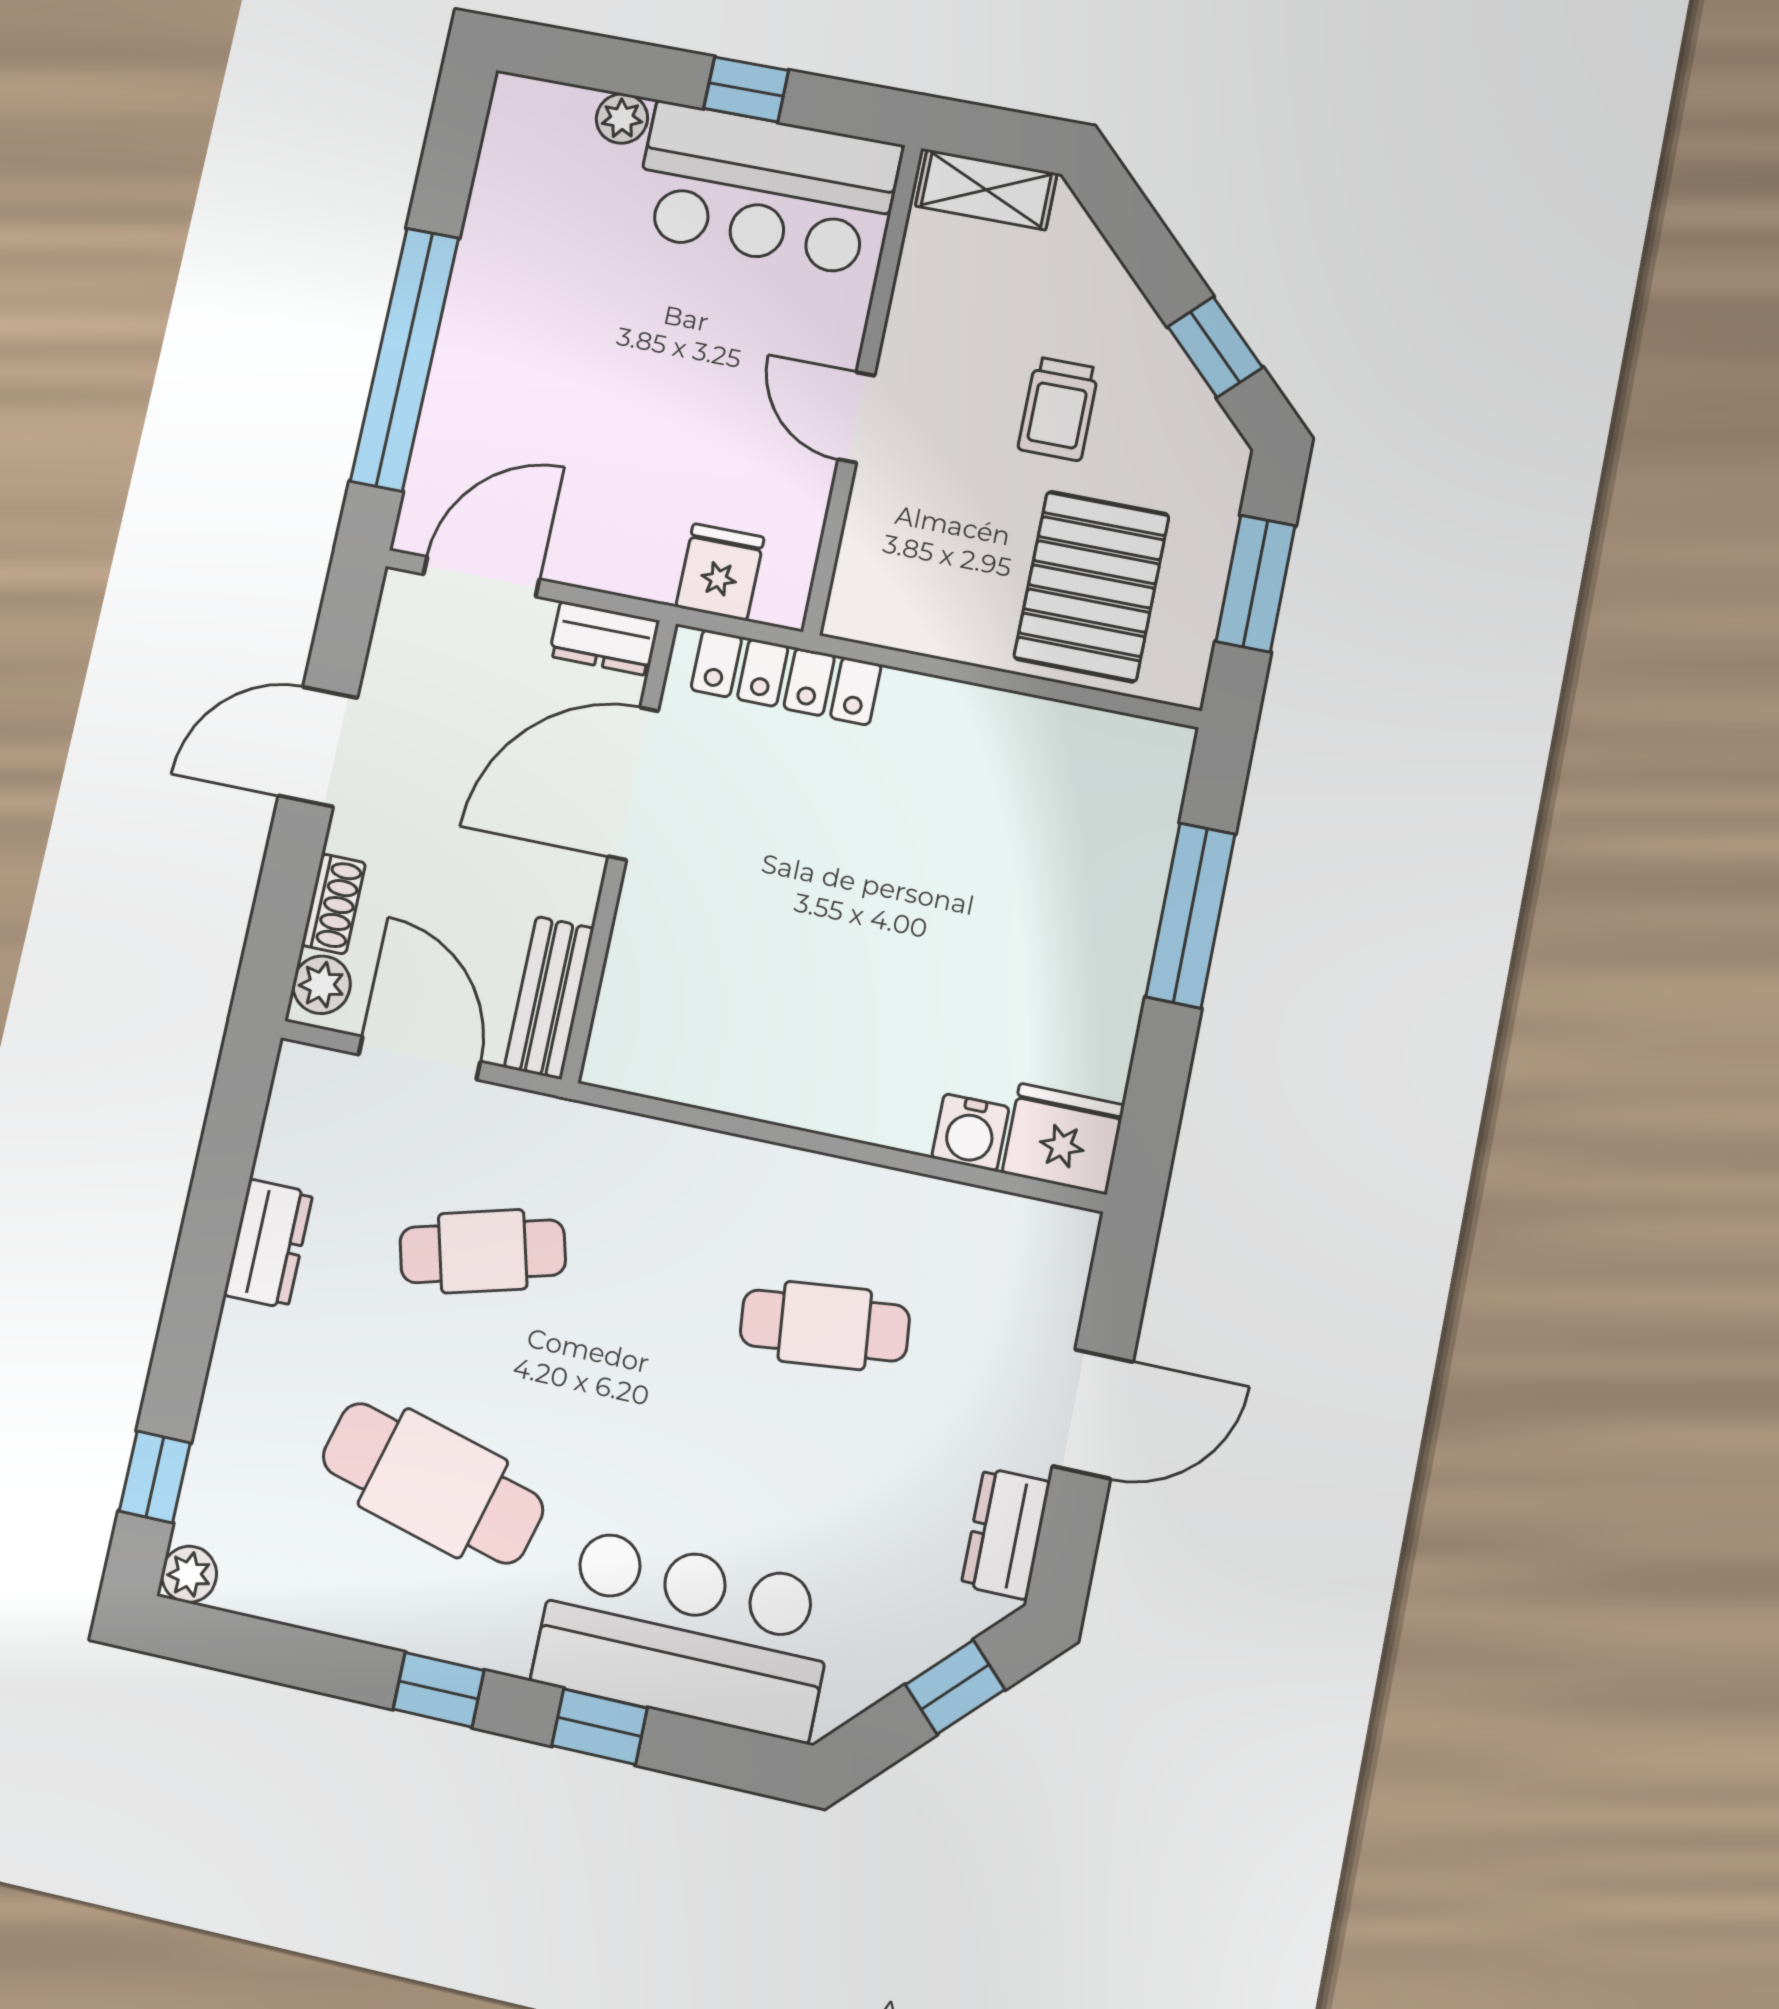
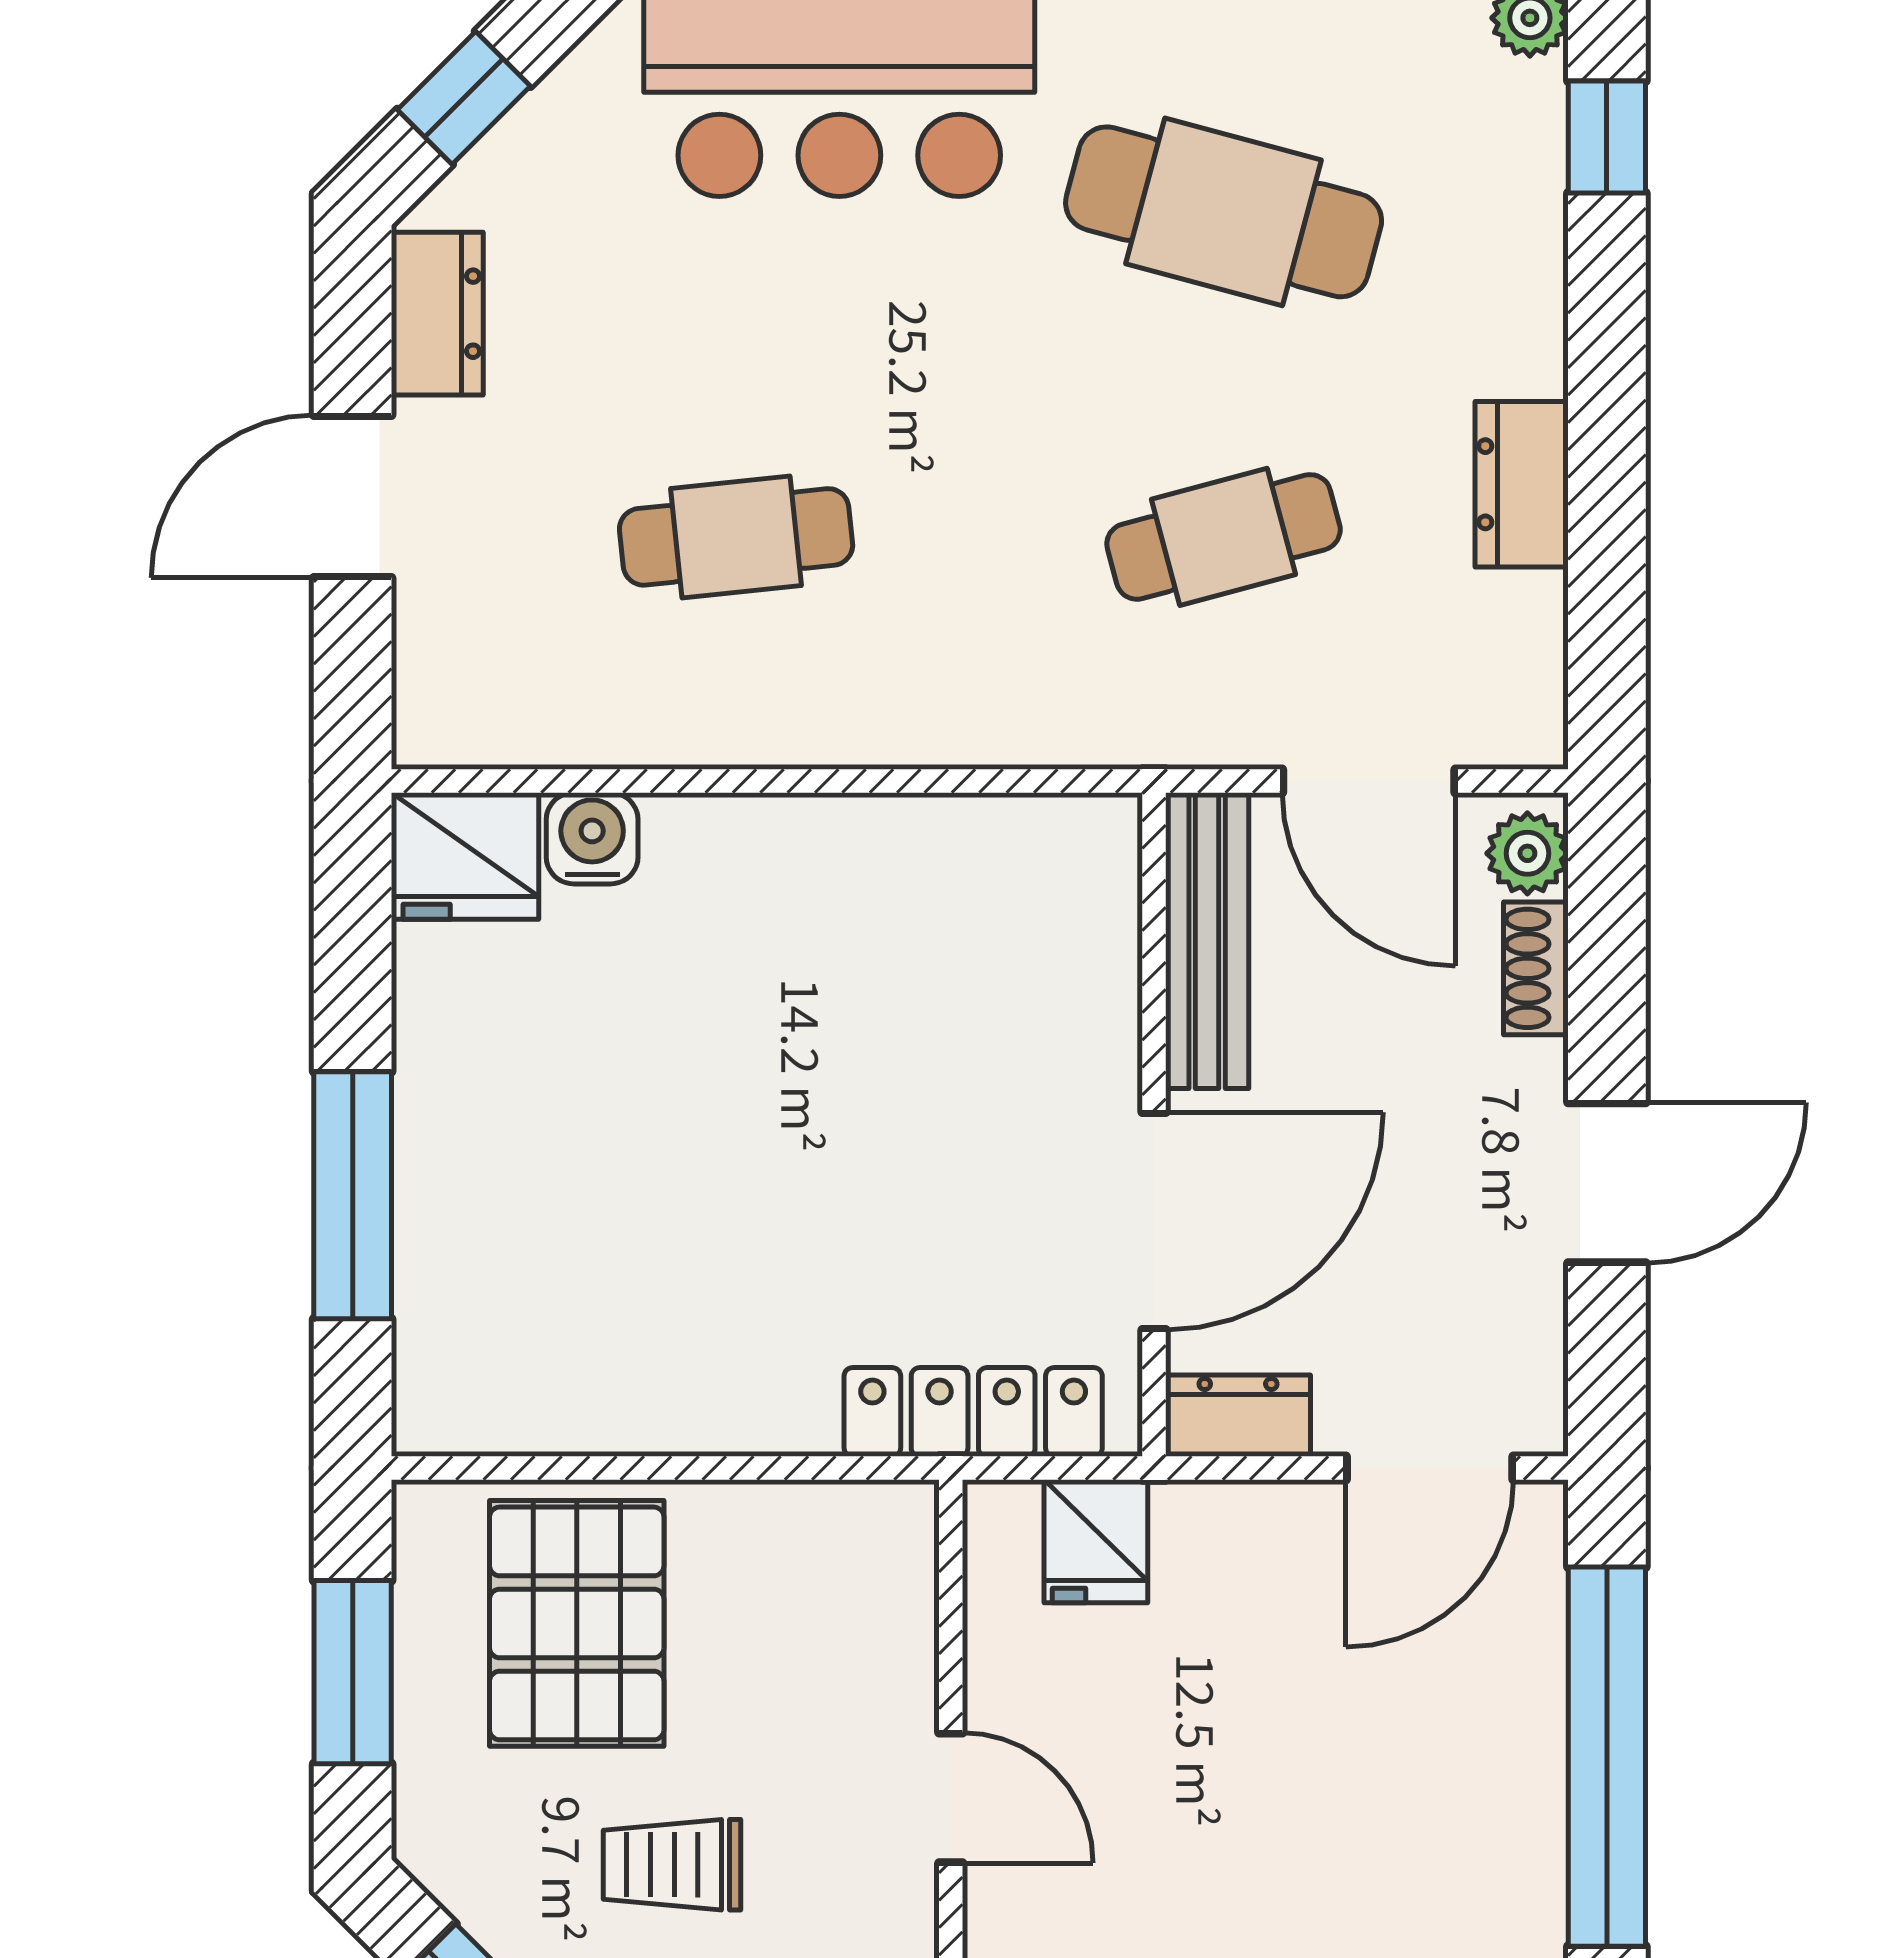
trolley: (1058, 409) -> (672, 1865), turned -90
bench: (549, 998) -> (1207, 941), width x1.36

